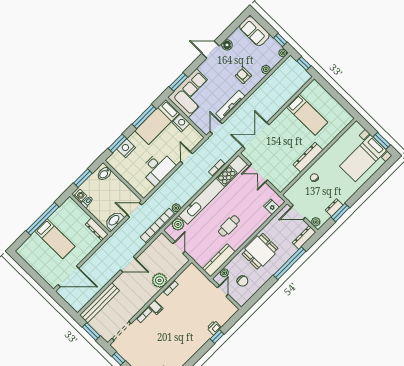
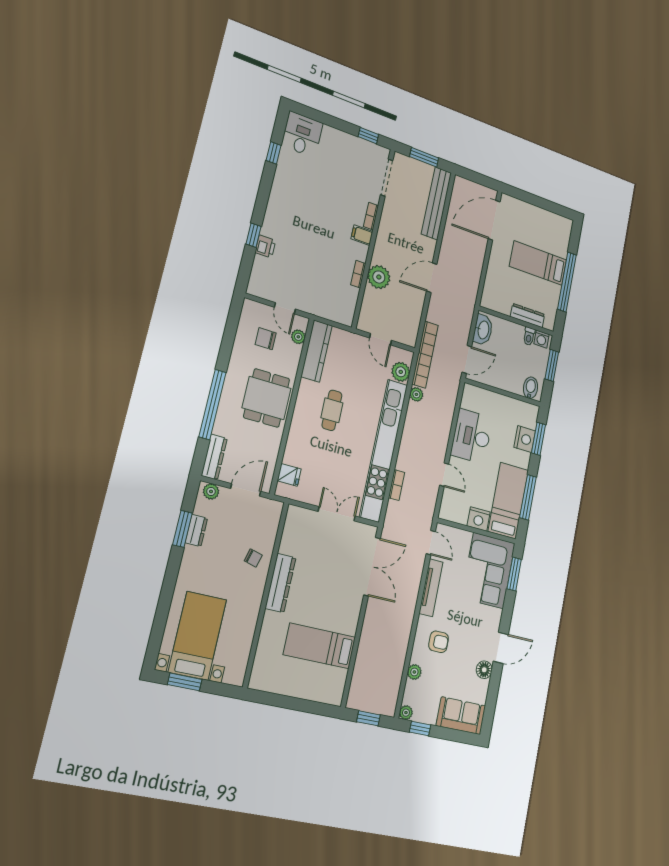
dresser: (97, 229) -> (528, 316), moved

